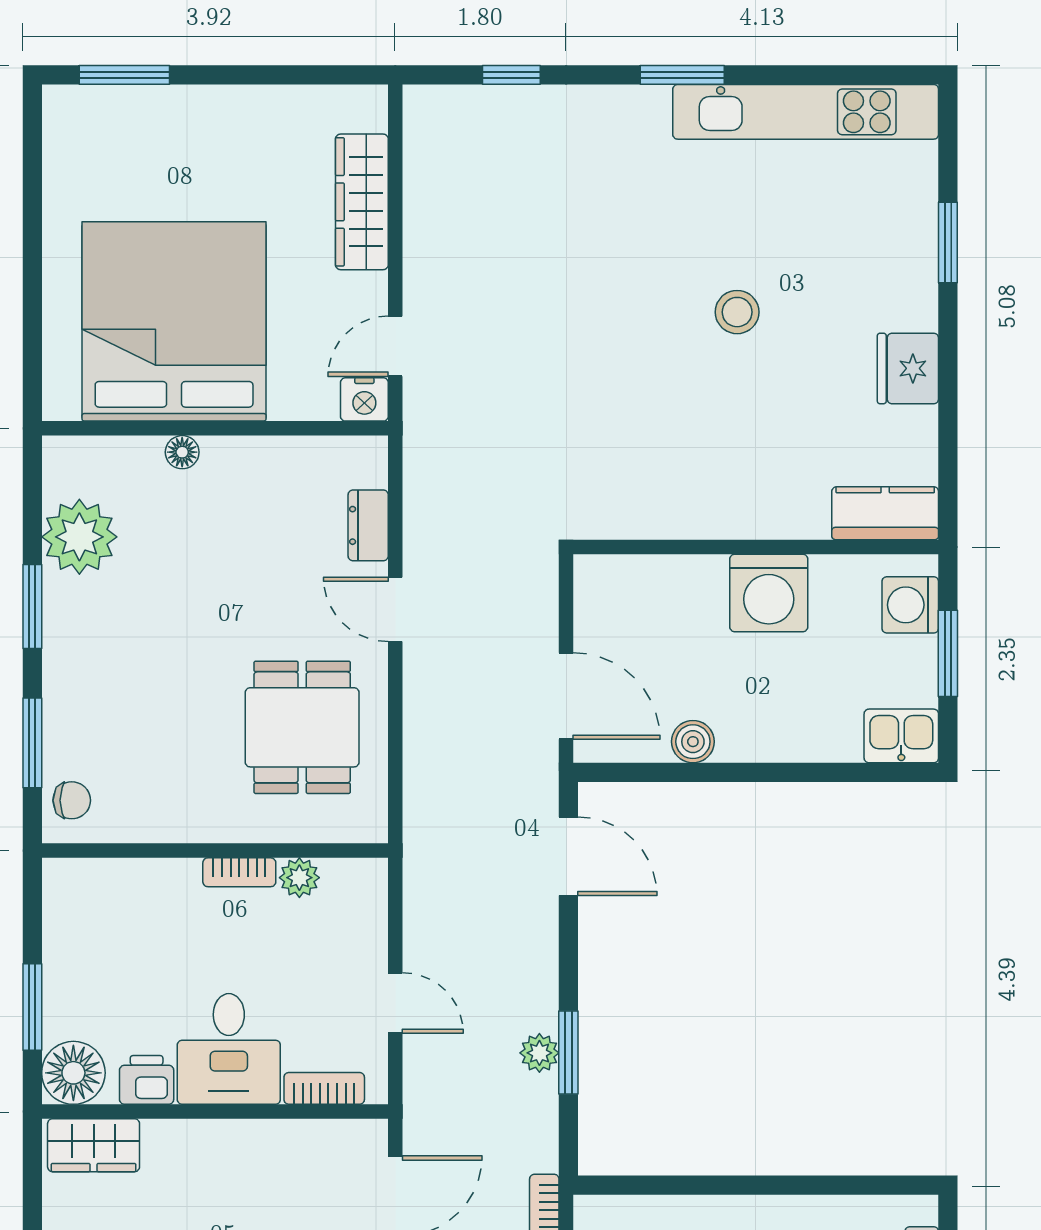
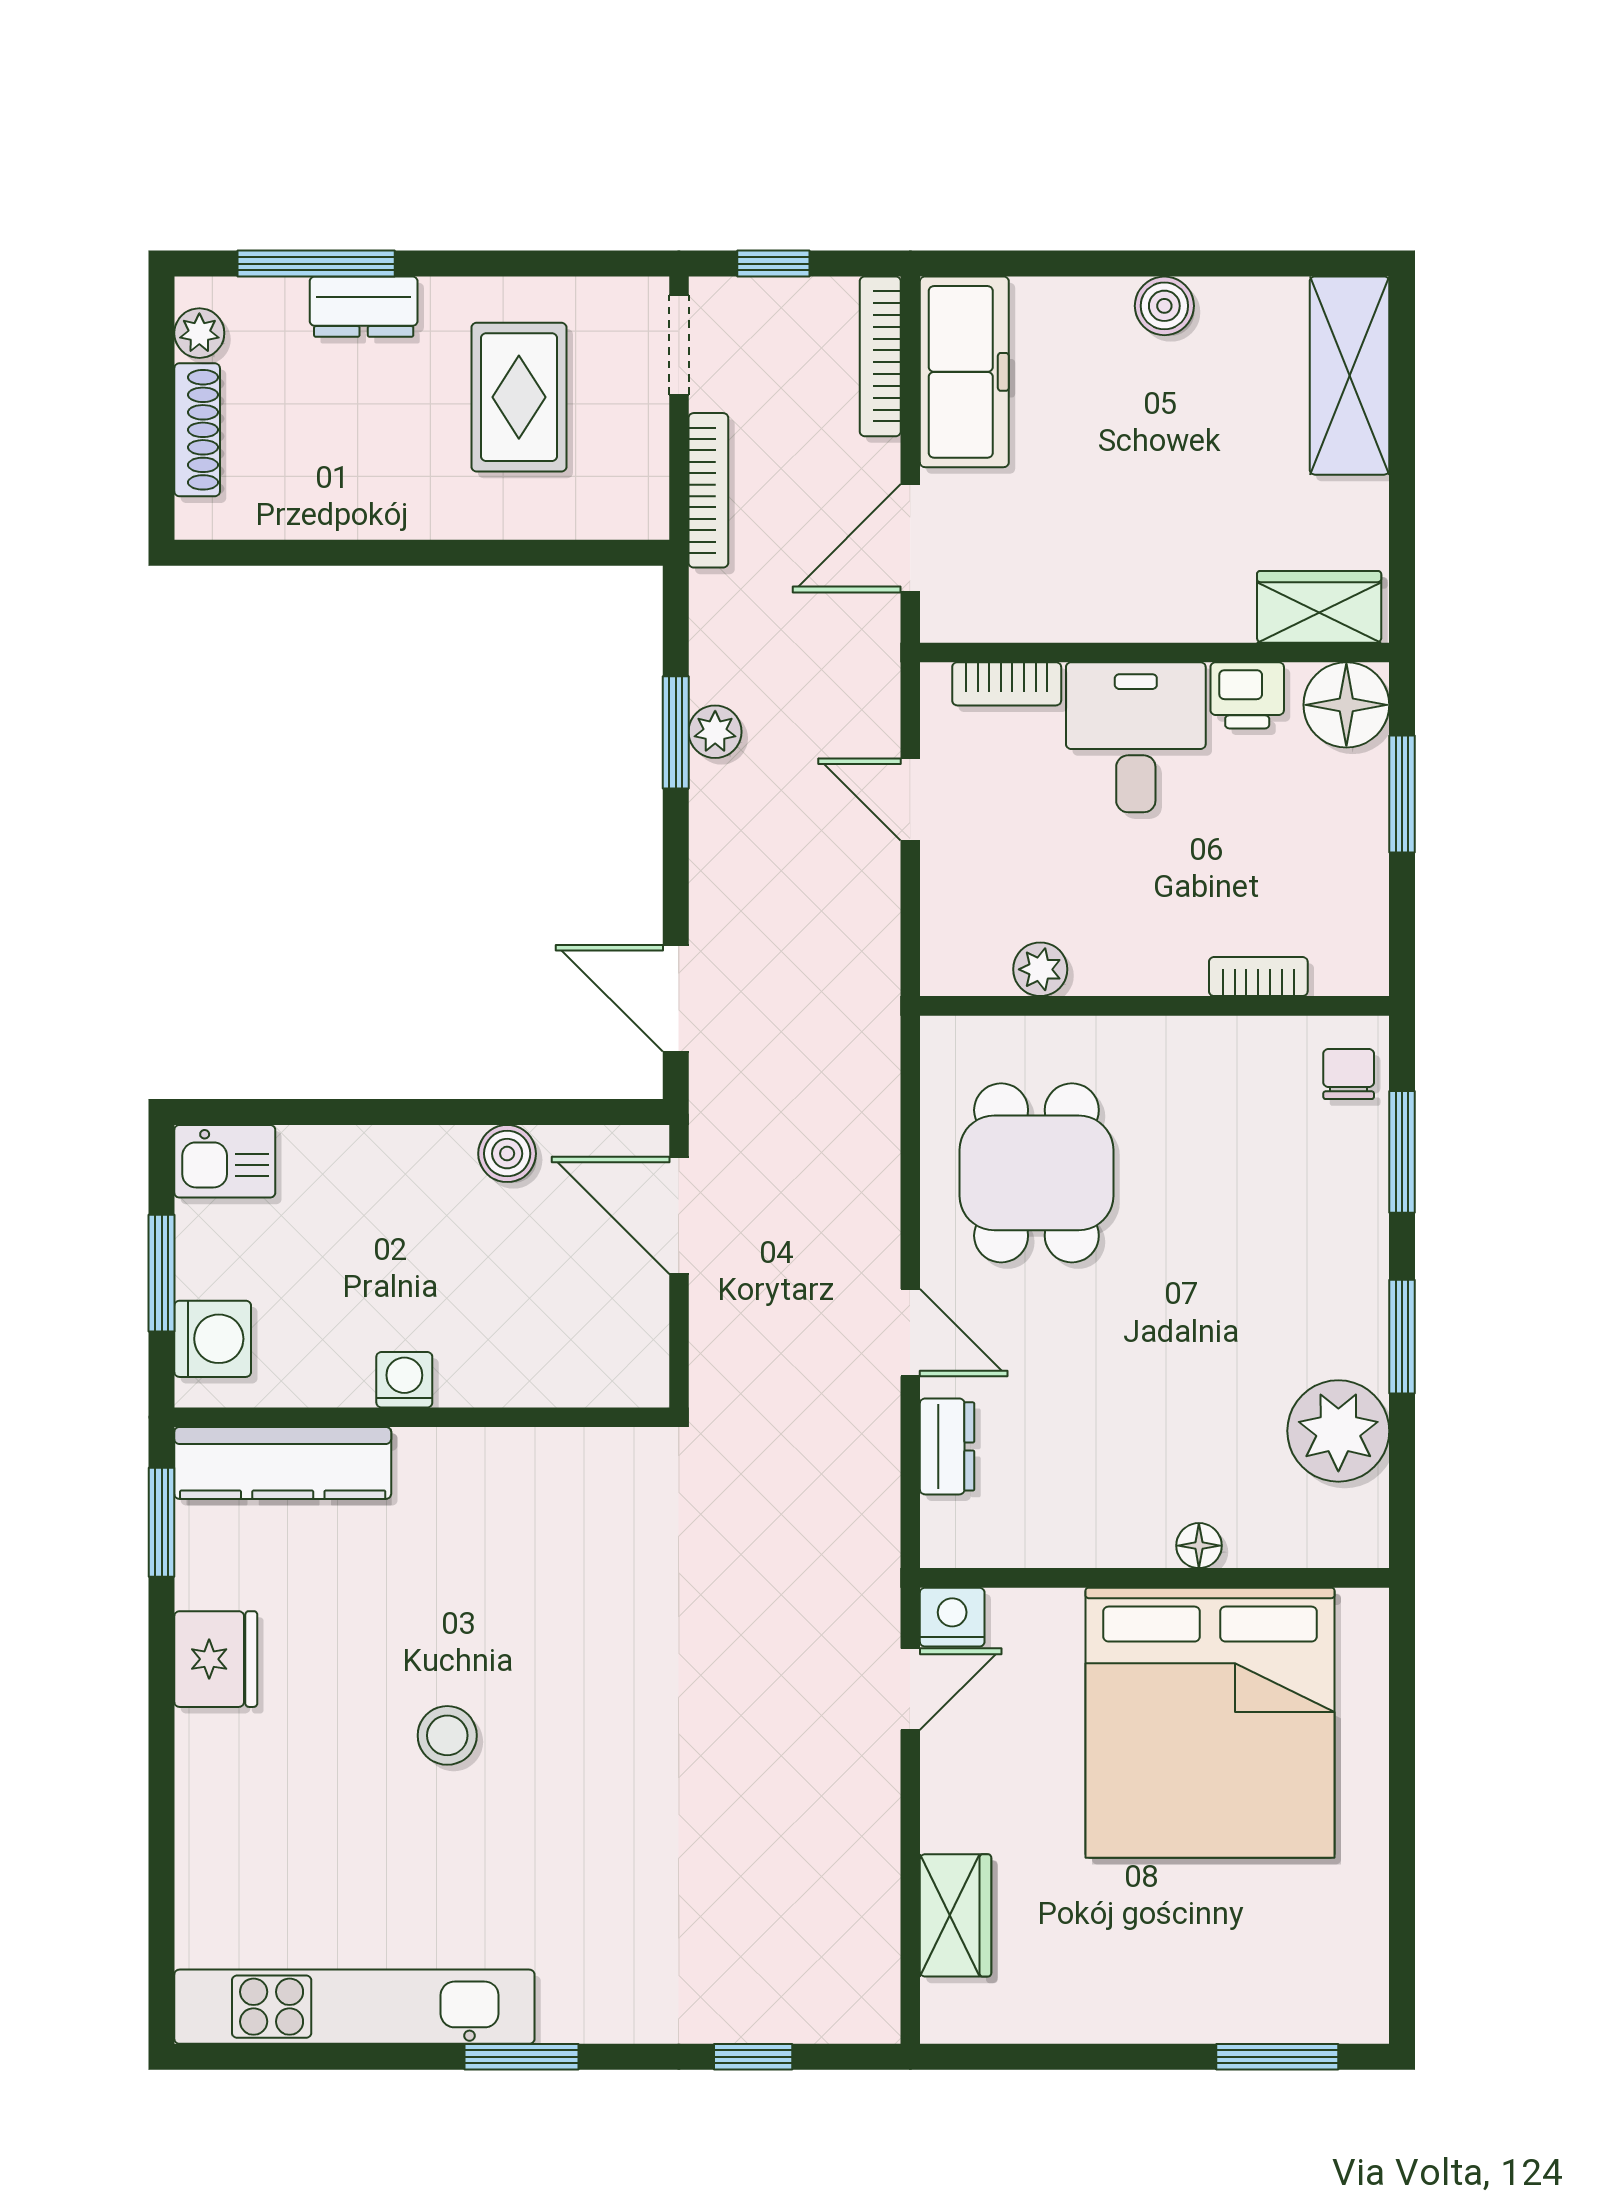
wardrobe: (362, 202) -> (956, 1915), width x0.67
window: (948, 242) -> (162, 1522), moved
kitchen counter: (885, 513) -> (283, 1463), width x1.50
washing machine: (769, 593) -> (404, 1380), width x0.53, depth x0.53
chair: (72, 800) -> (1349, 1074), turned 90
bookcase: (239, 872) -> (1258, 977), moved

